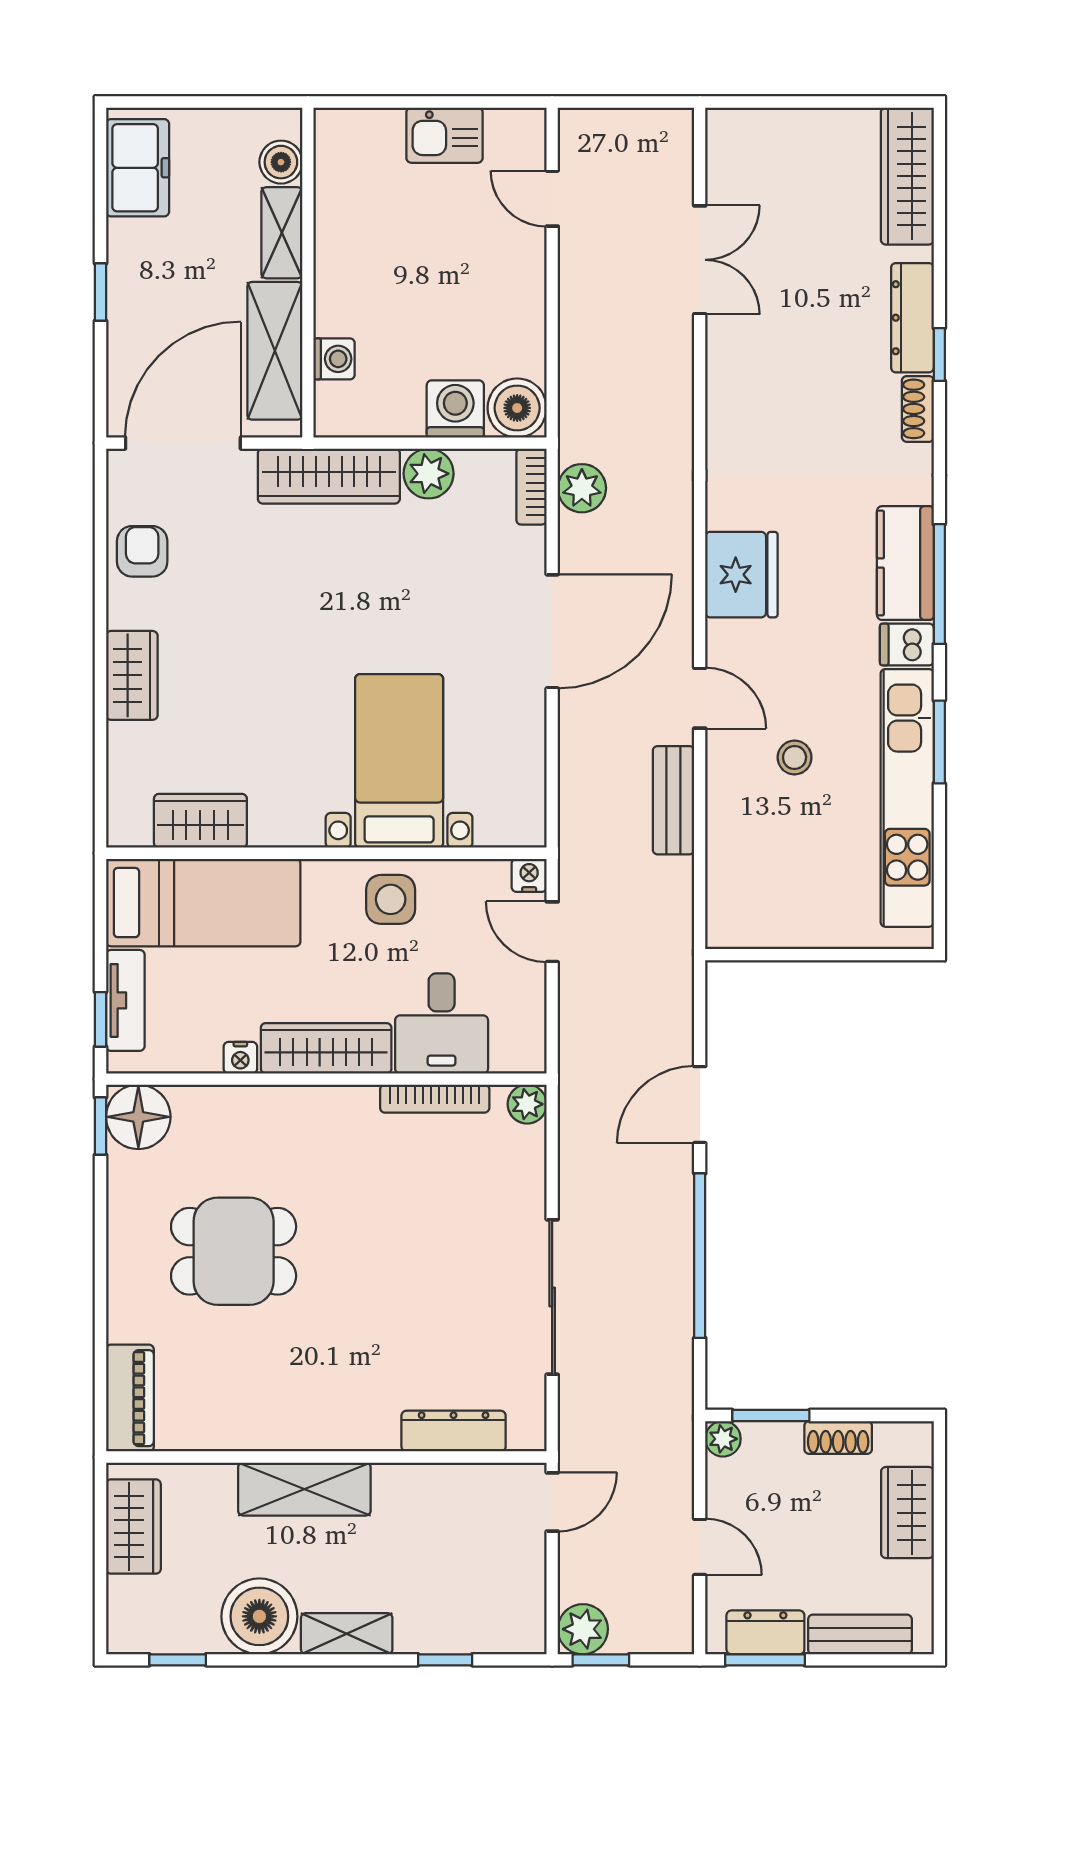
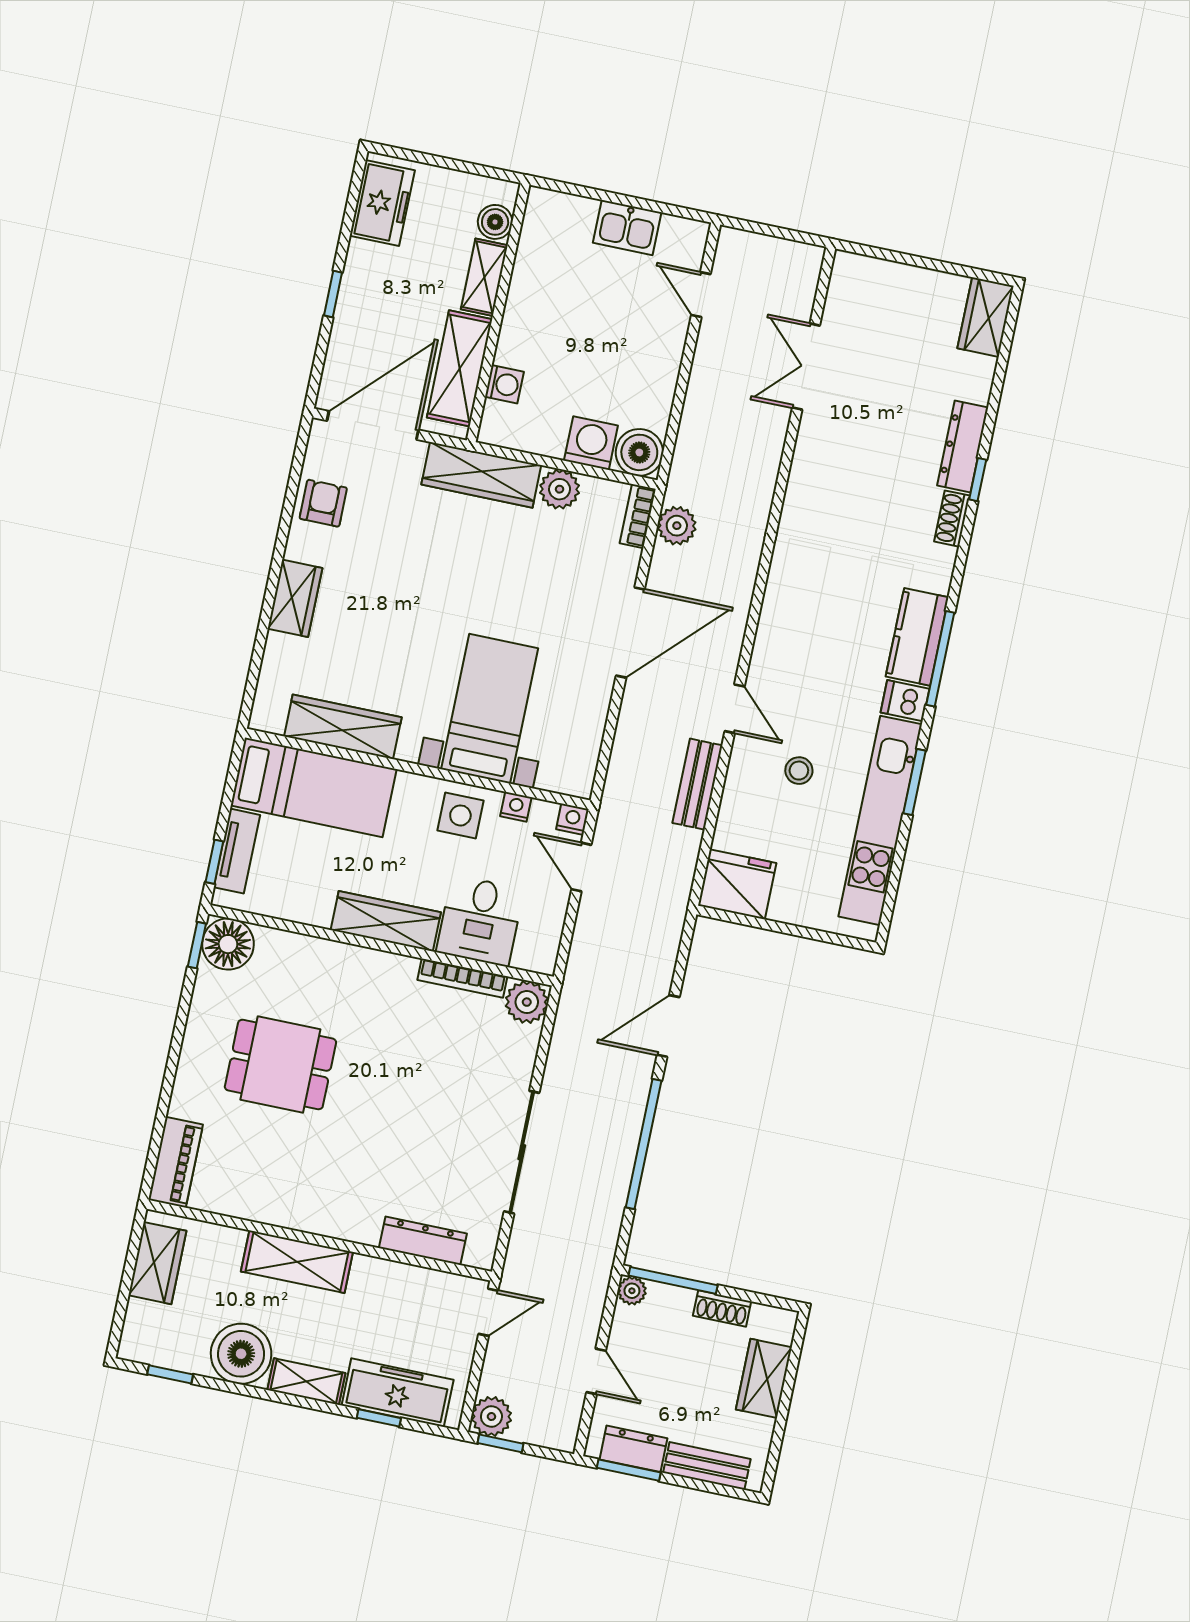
wardrobe: (907, 176) -> (986, 317), width x0.67
double door: (700, 260) -> (806, 367), swing flipped
fridge: (741, 575) -> (737, 884), moved, turned -90
wardrobe: (200, 821) -> (343, 727), width x1.50
nightstand: (240, 1058) -> (516, 807), moved, turned 180
plant: (527, 1104) -> (527, 1002), width x1.38, depth x1.38
window: (771, 1416) -> (673, 1280), width x1.44
freezer: (461, 1624) -> (398, 1393), added

